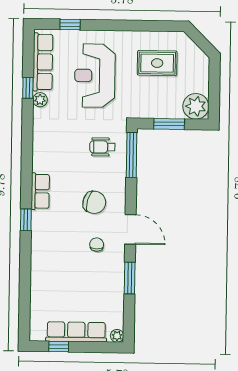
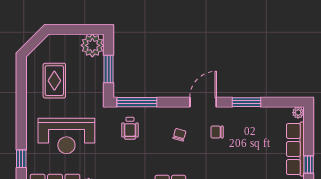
chair: (94, 202) -> (179, 135), width x0.54, depth x0.54

